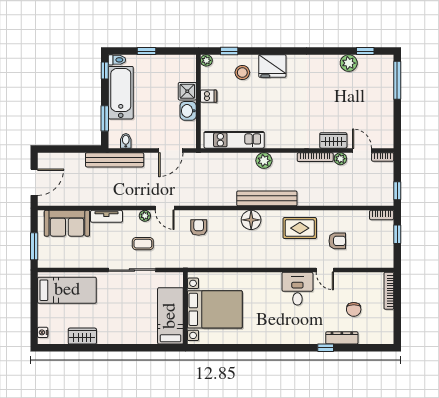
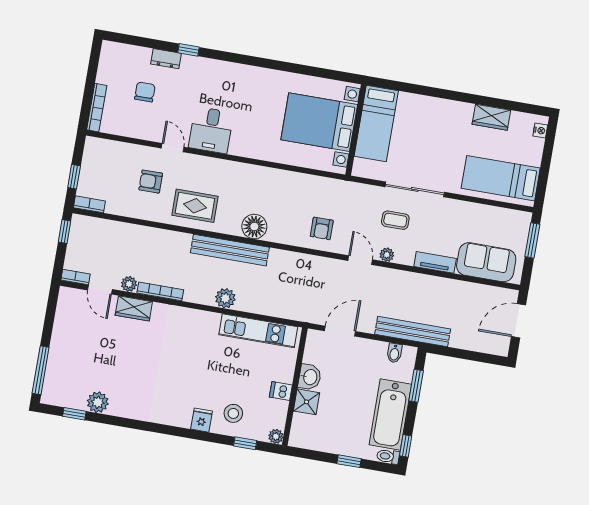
fridge: (272, 66) -> (202, 420), width x0.53, depth x0.75
dresser: (342, 338) -> (166, 59), width x0.70

